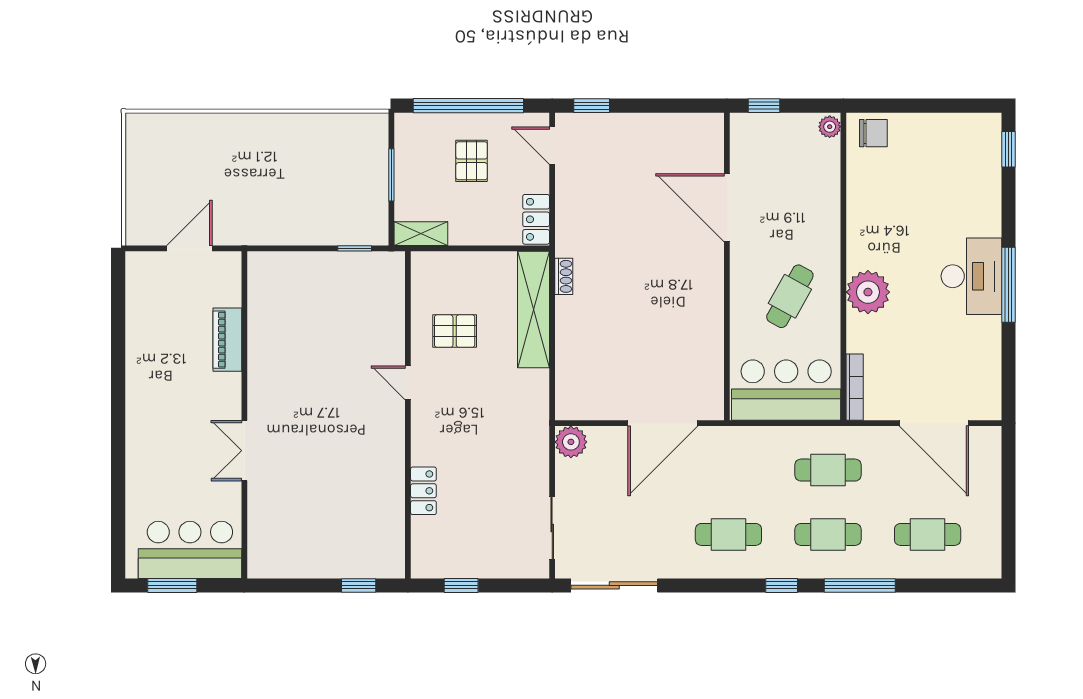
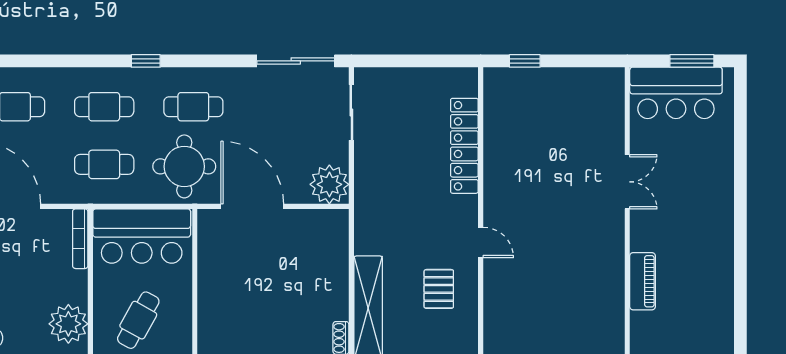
pallet: (455, 331) -> (439, 289), turned 90
door: (663, 423) -> (252, 206), hinge flipped
plant: (571, 442) -> (329, 184), width x1.36, depth x1.36
round table: (739, 468) -> (184, 166), added
locker: (423, 491) -> (464, 146), width x2.16, depth x1.21
window: (461, 585) -> (433, 61), removed
window: (860, 585) -> (76, 61), removed

